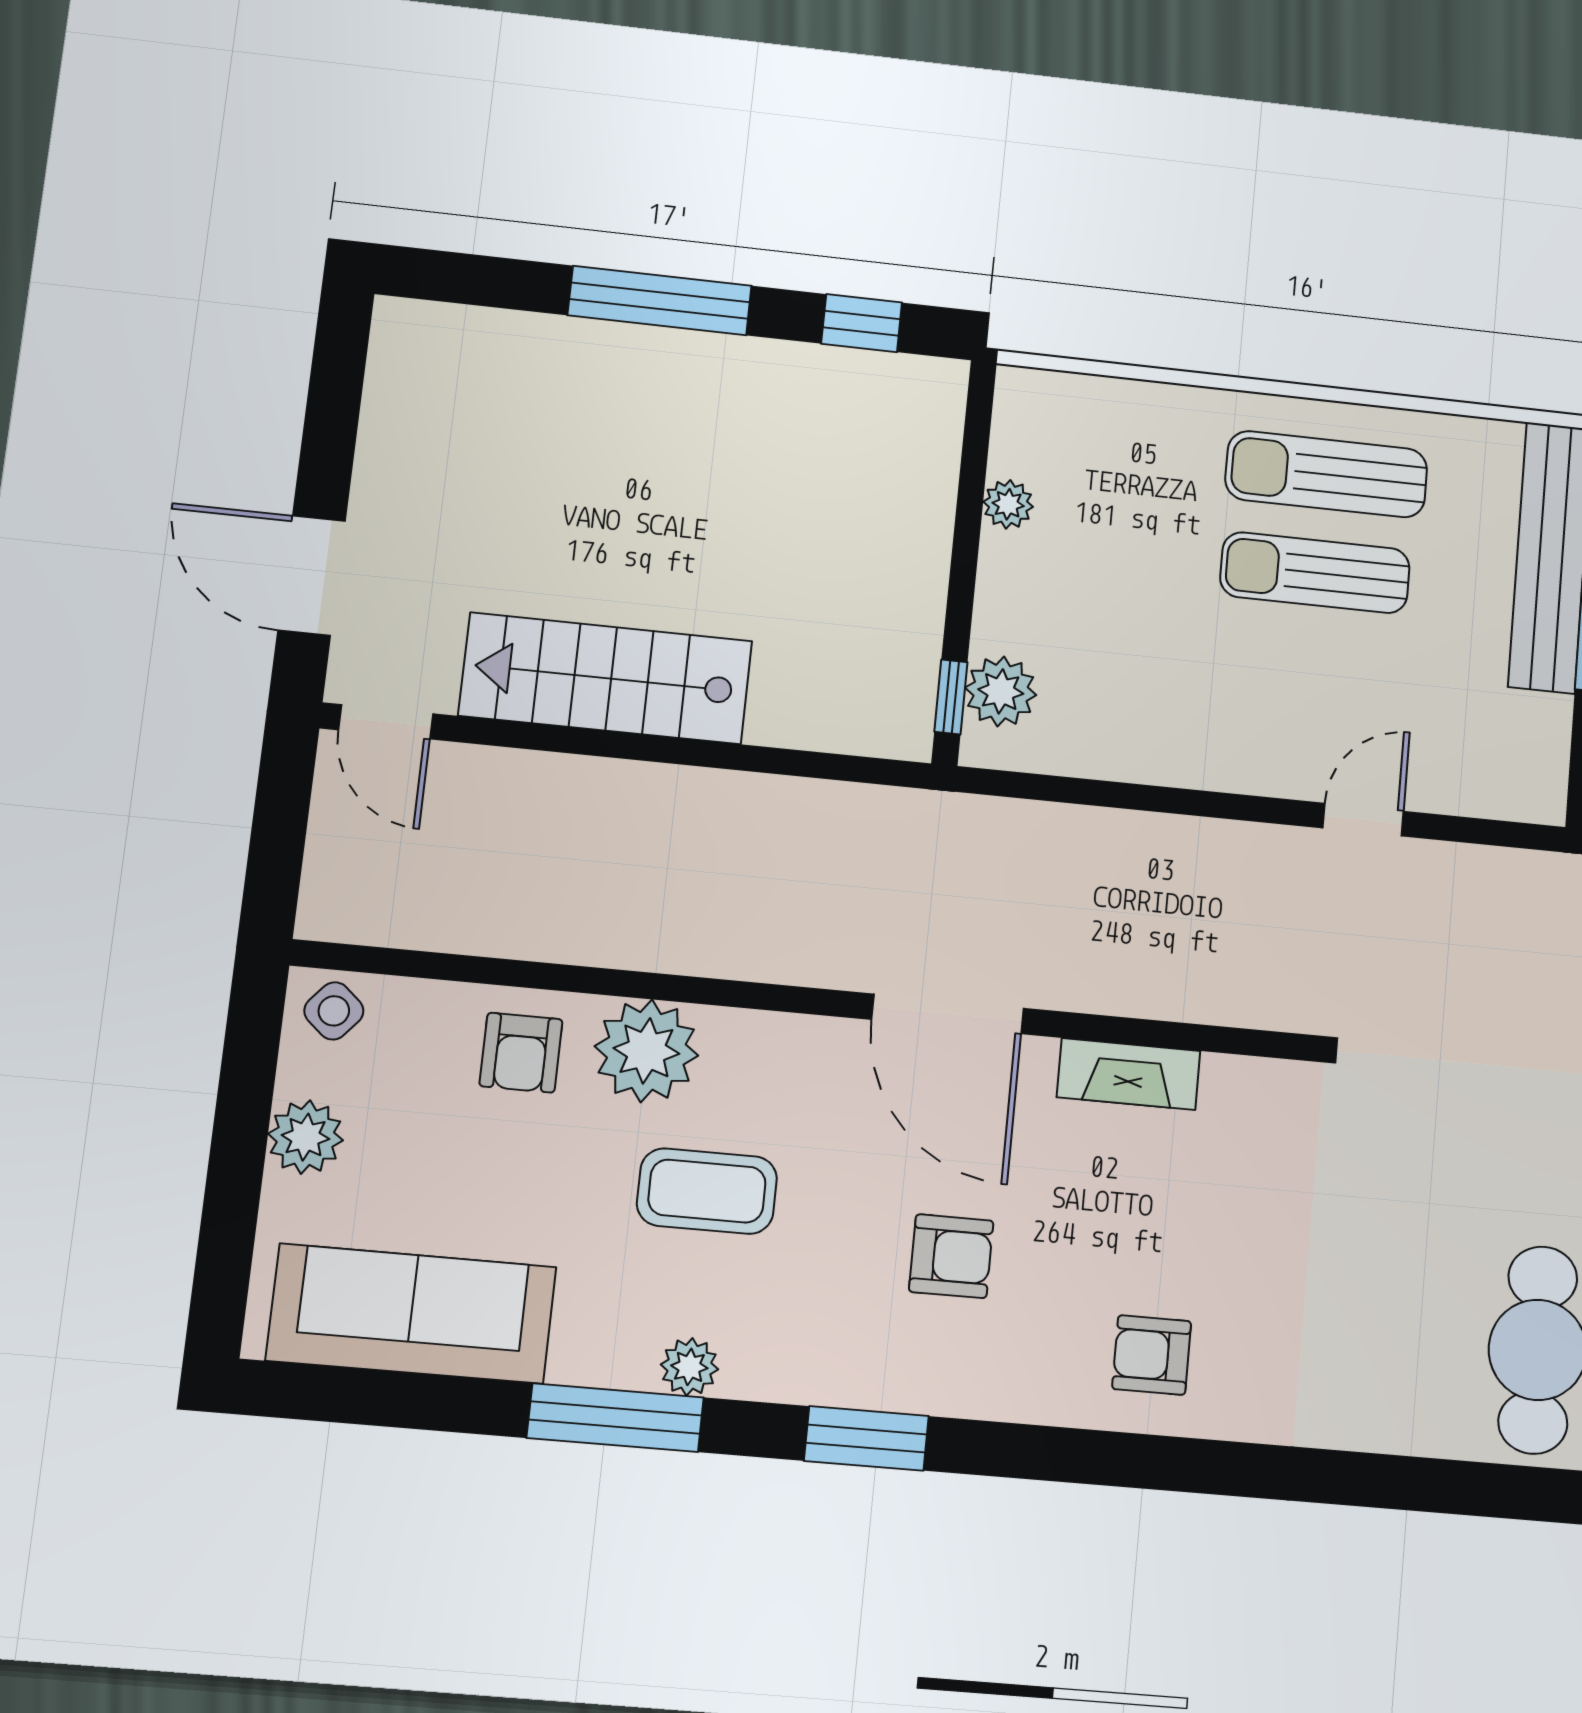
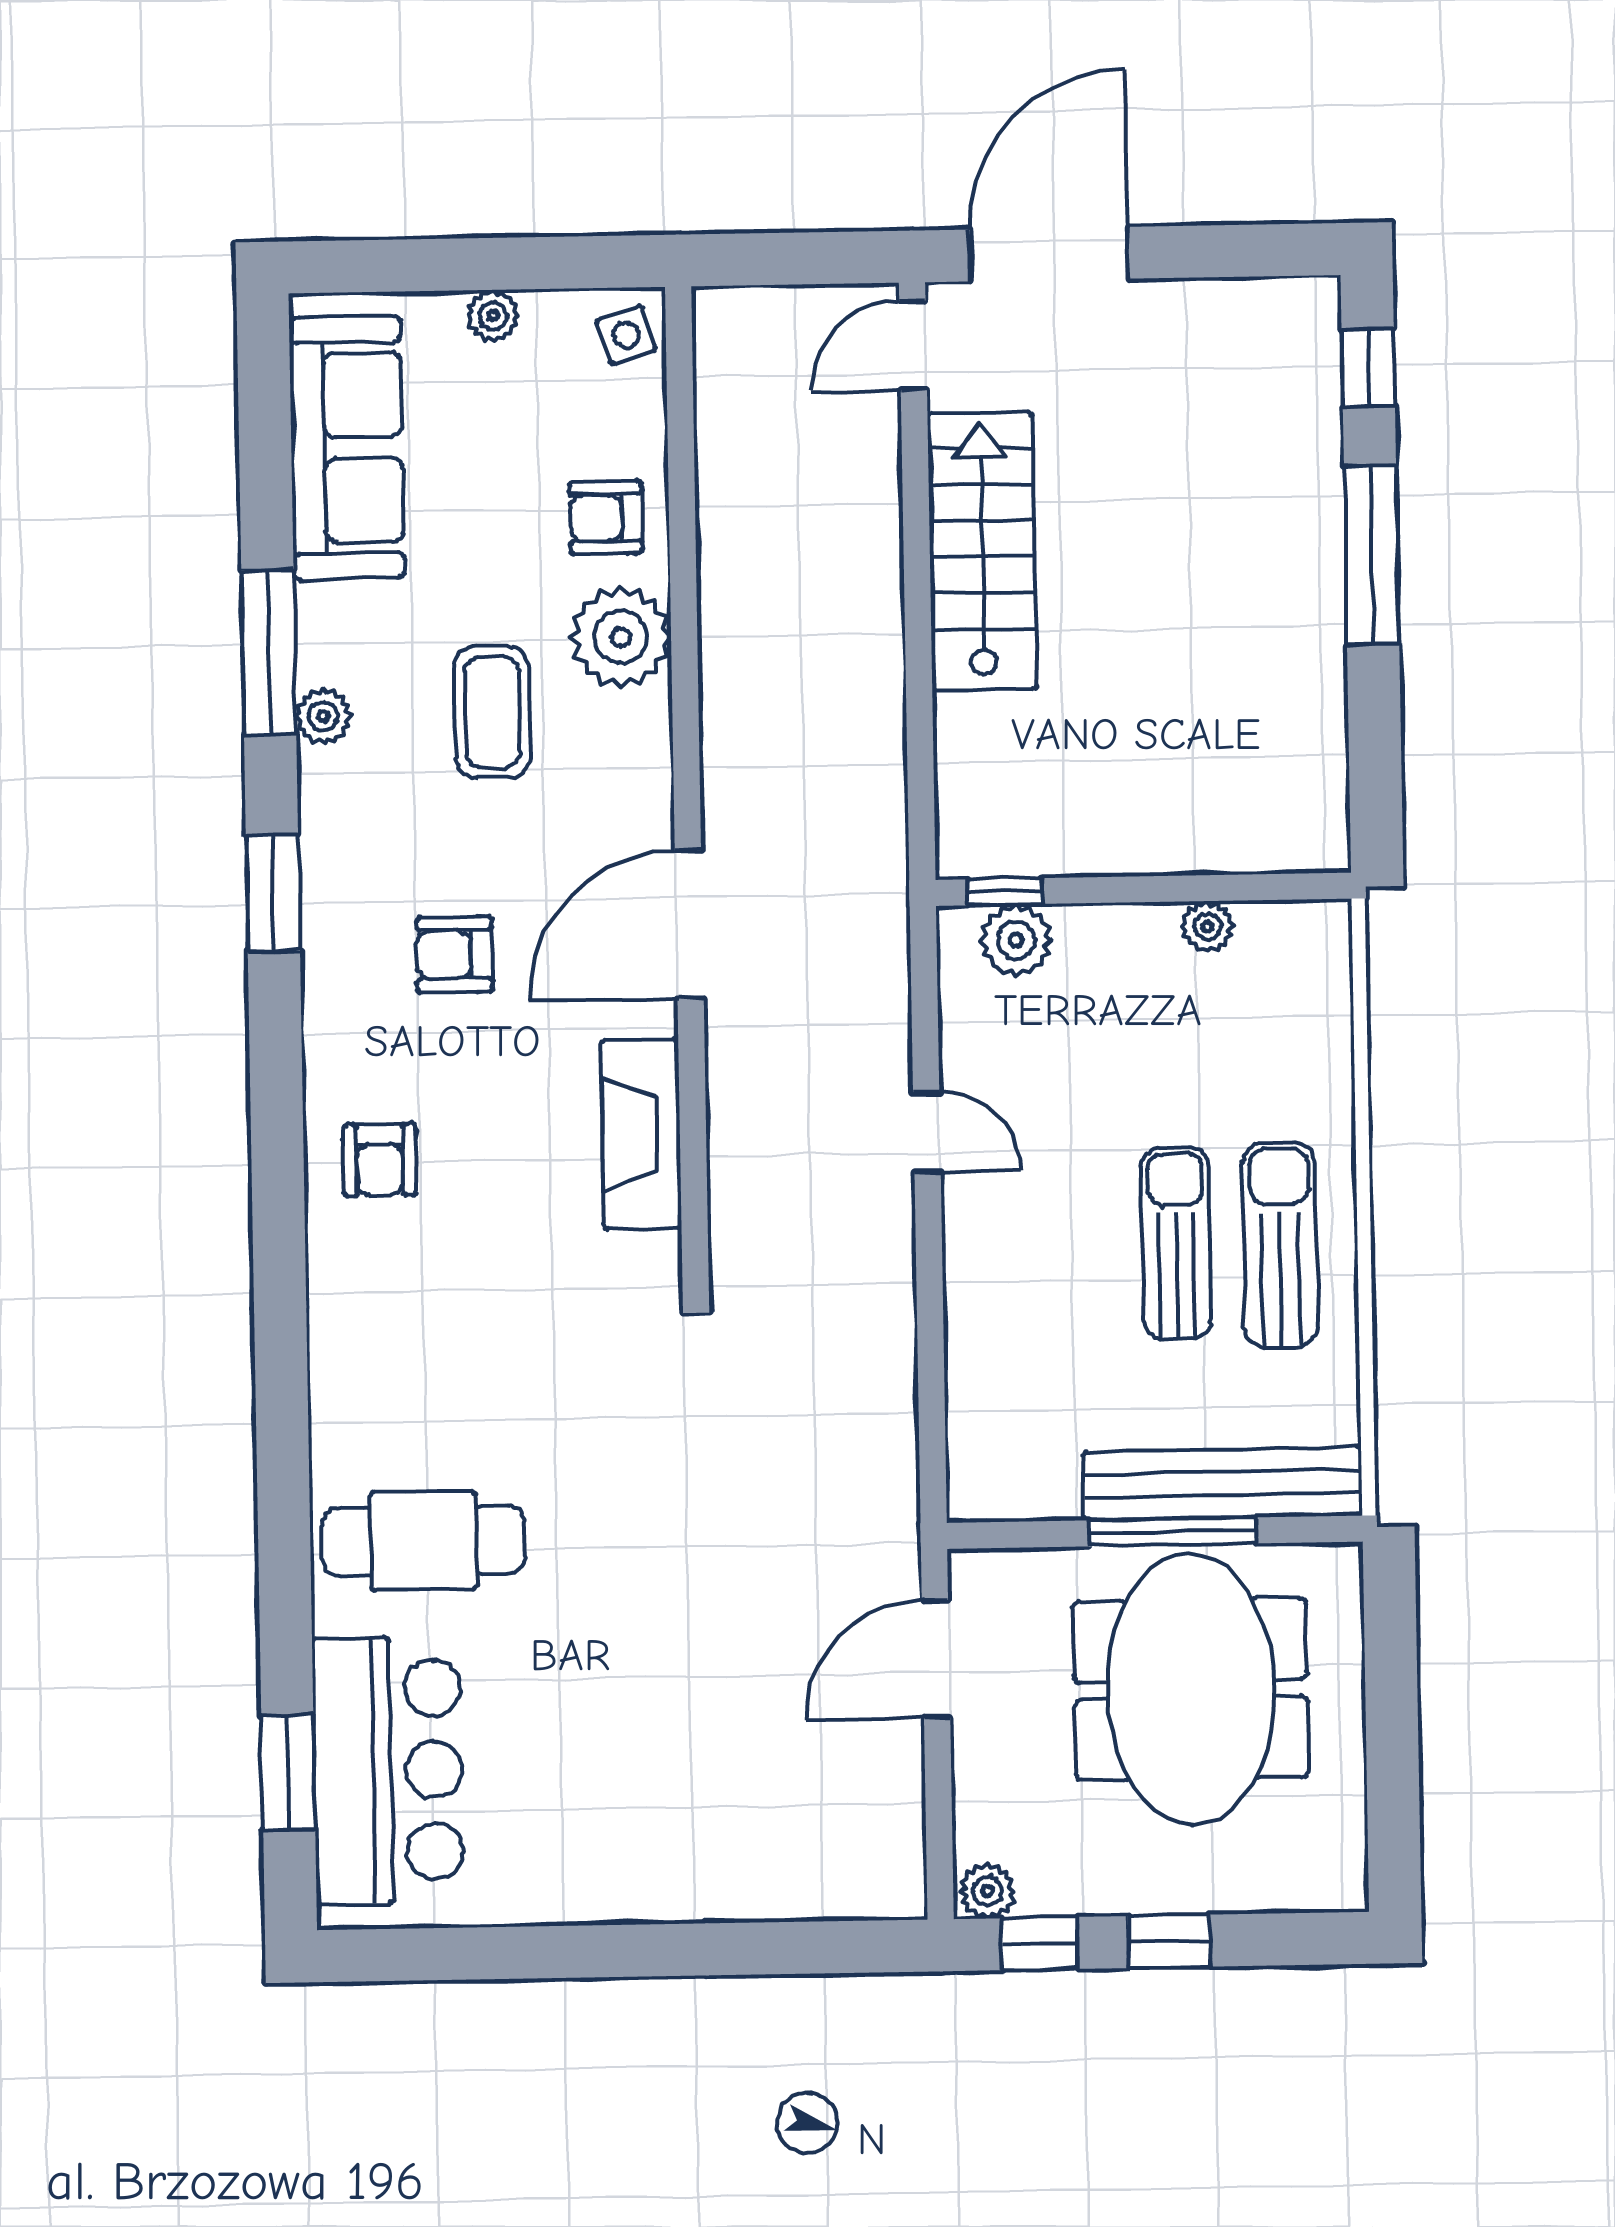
window: (862, 323) -> (1368, 368), moved
door: (312, 576) -> (1049, 254), width x1.36
door: (1363, 820) -> (927, 1132), moved
side table: (334, 1011) -> (626, 335), turned 31
fireplace: (1129, 1074) -> (641, 1134), width x1.37, depth x1.32
plant: (305, 1137) -> (493, 316), width x0.73, depth x0.73
armchair: (951, 1256) -> (455, 955), turned 90
armchair: (1152, 1355) -> (380, 1160), turned 180

